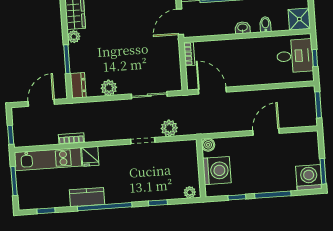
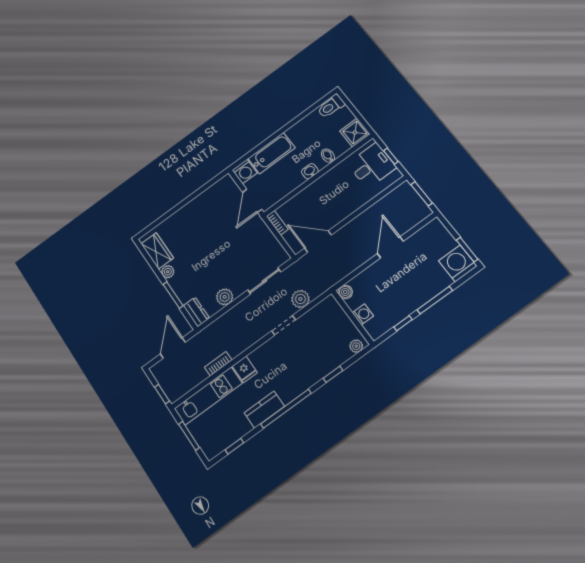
washing machine: (217, 171) -> (363, 314), width x0.53, depth x0.53

